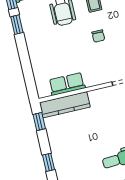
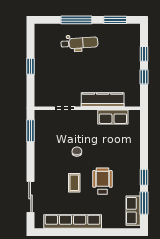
kitchen counter: (65, 105) -> (103, 100), moved
window: (39, 122) -> (144, 77), moved

